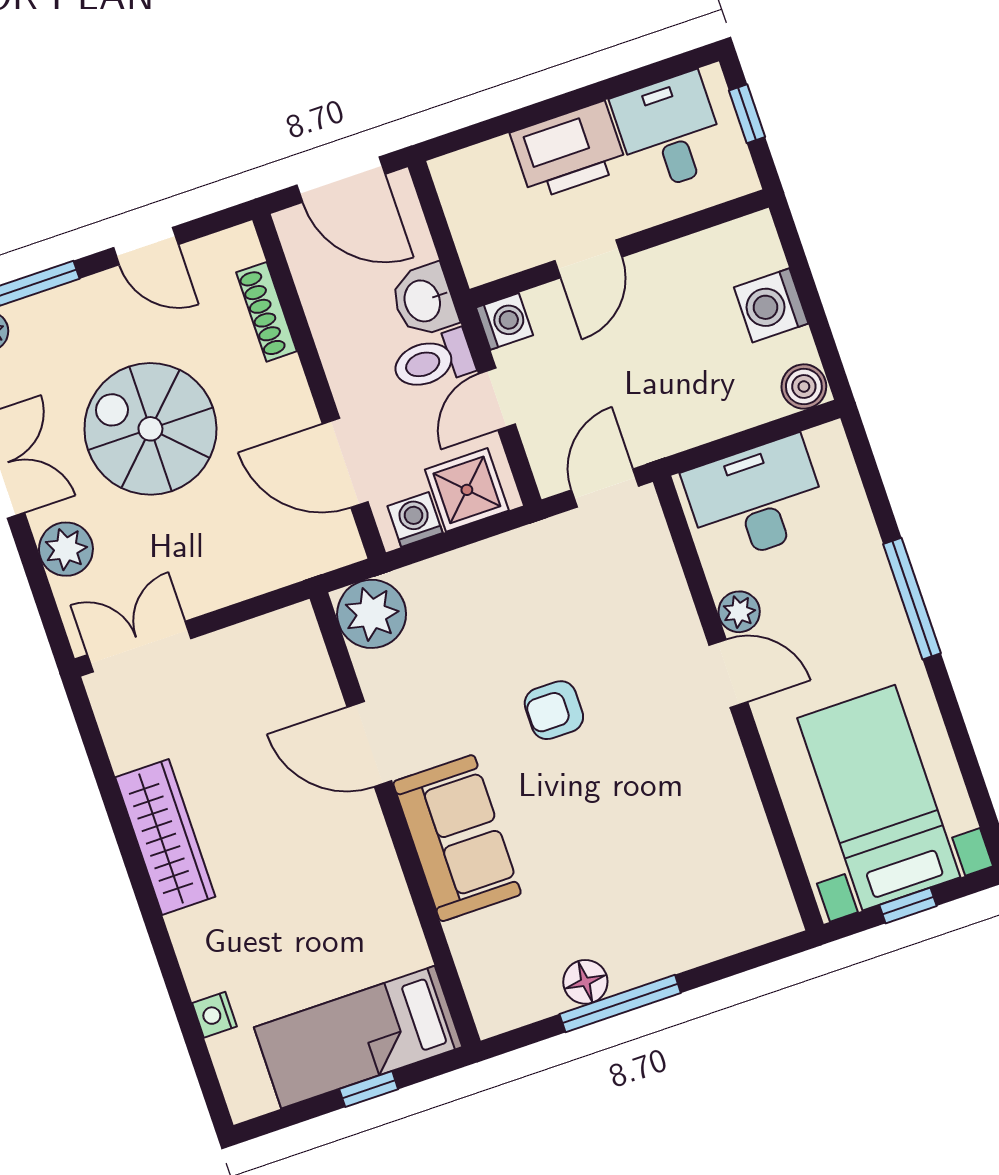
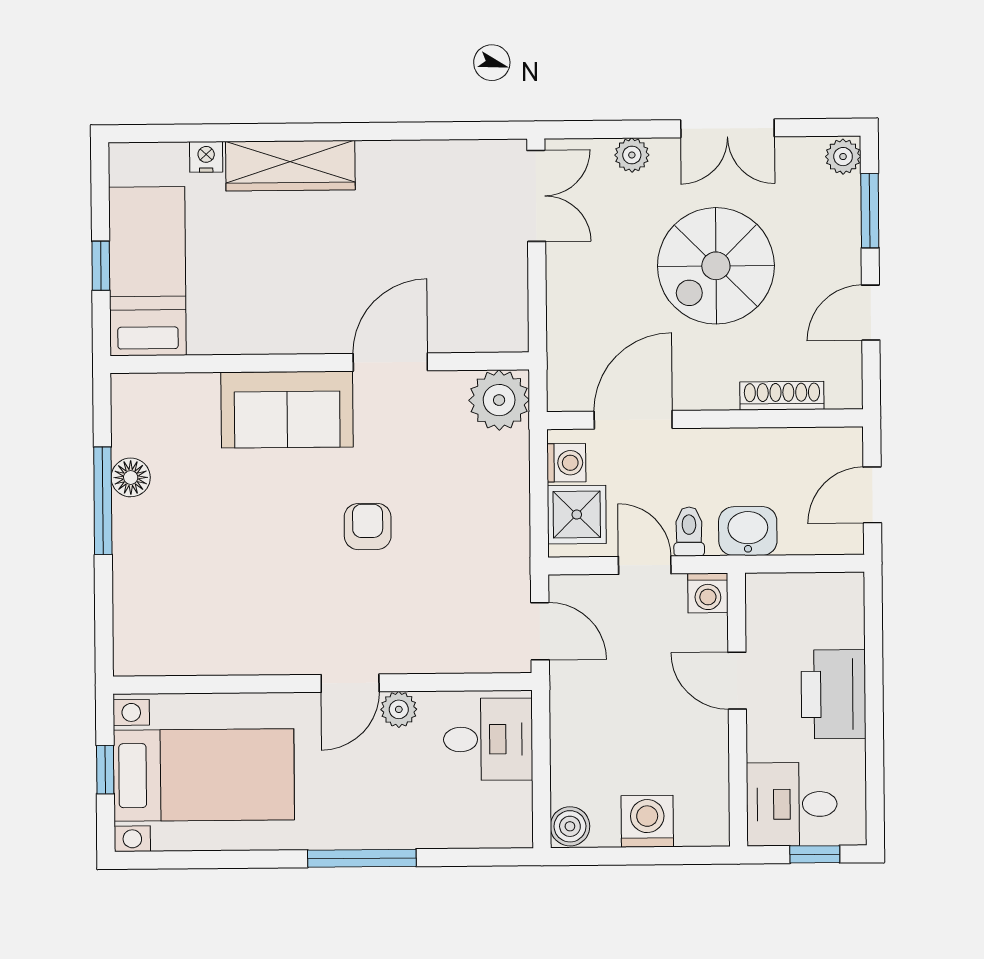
desk: (669, 132) -> (792, 804), moved, turned 180
door: (341, 180) -> (872, 495), width x0.73
toilet: (433, 361) -> (689, 531), width x0.73, depth x0.72
spiral stairs: (150, 429) -> (716, 266), turned 180
desk: (756, 500) -> (488, 739), width x0.73
plant: (66, 549) -> (632, 155), width x0.73, depth x0.73
wardrobe: (165, 837) -> (290, 166), moved

